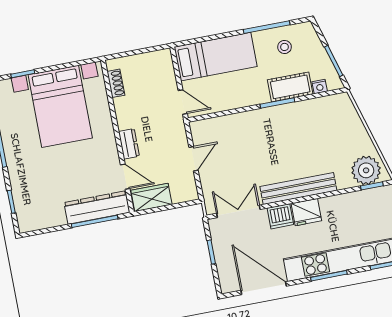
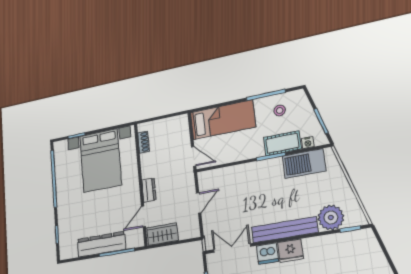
barbecue: (317, 111) -> (304, 163), added
plant: (366, 170) -> (331, 218), moved
door: (125, 177) -> (143, 217), swing flipped
dresser: (97, 207) -> (101, 244), moved

